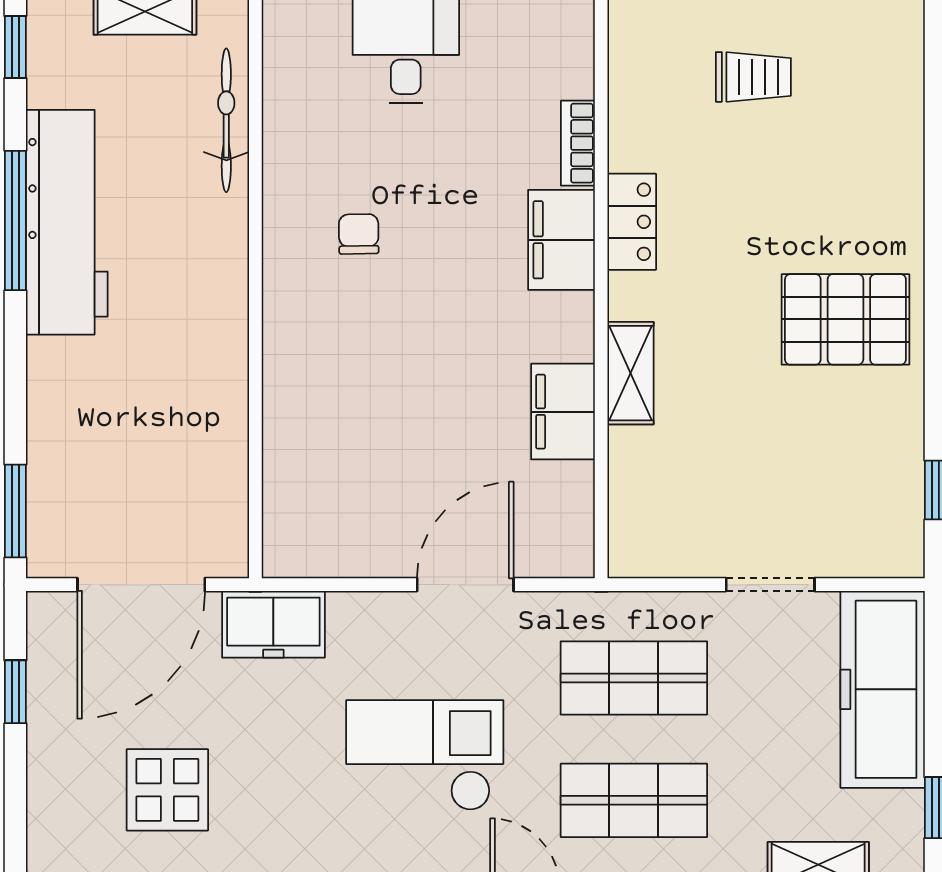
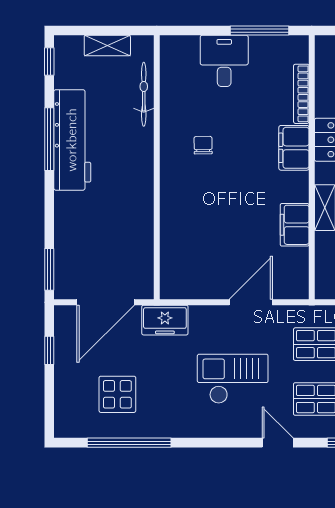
bookcase: (578, 143) -> (301, 94), width x1.56

